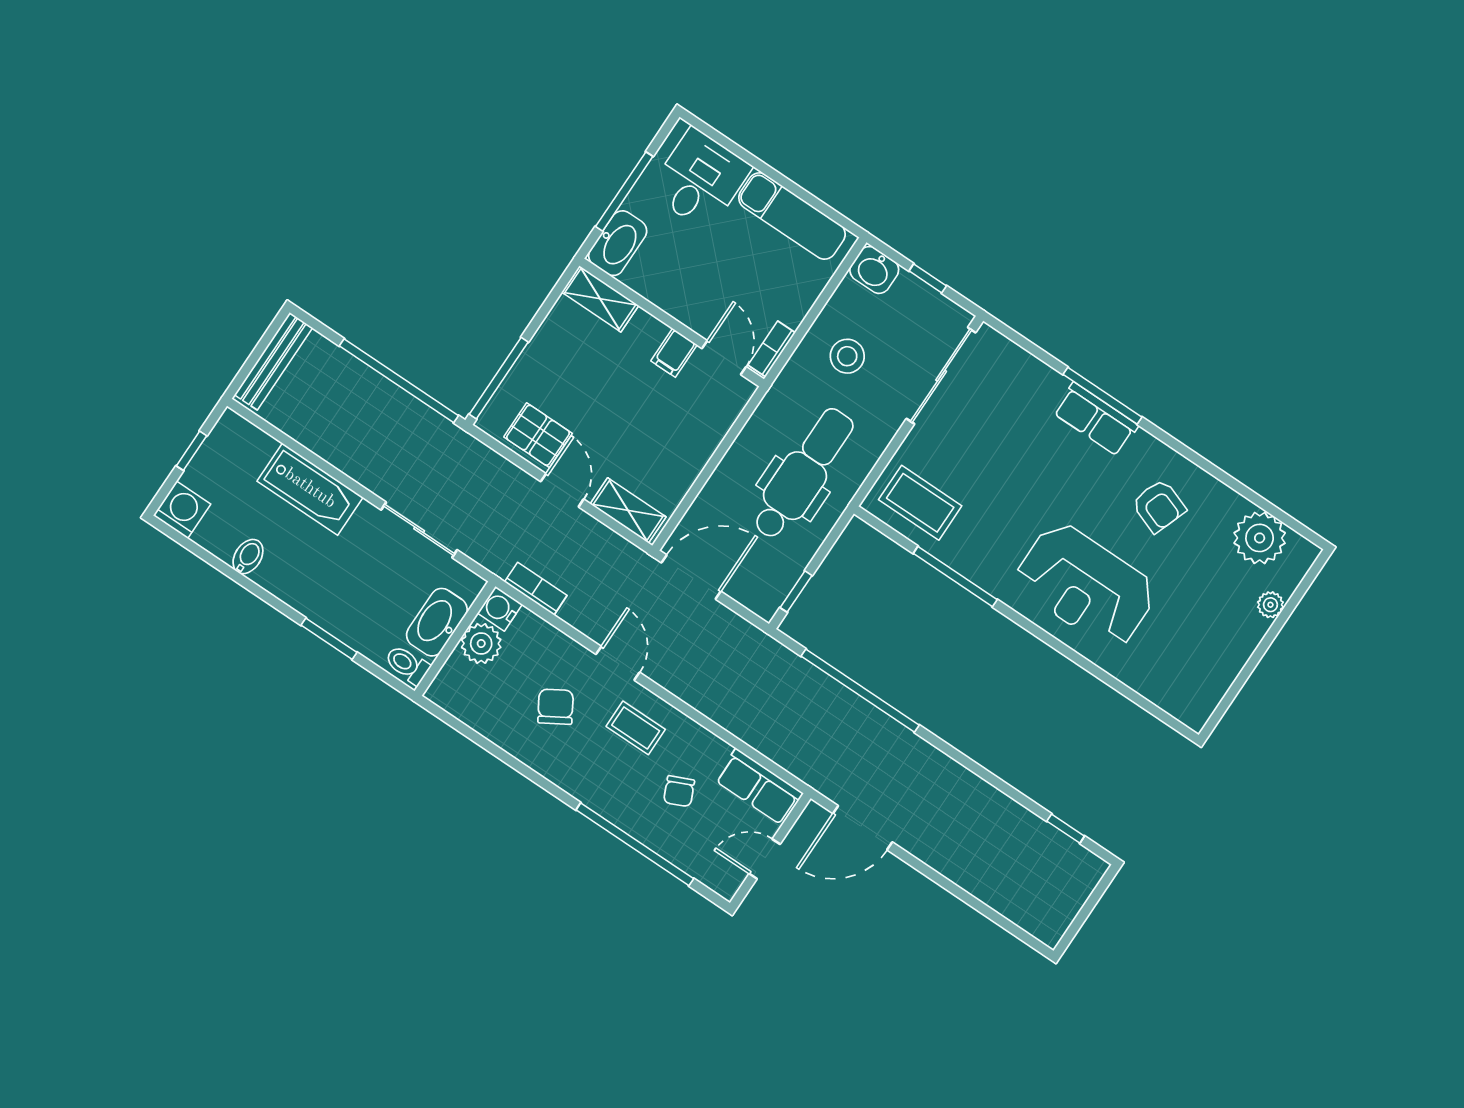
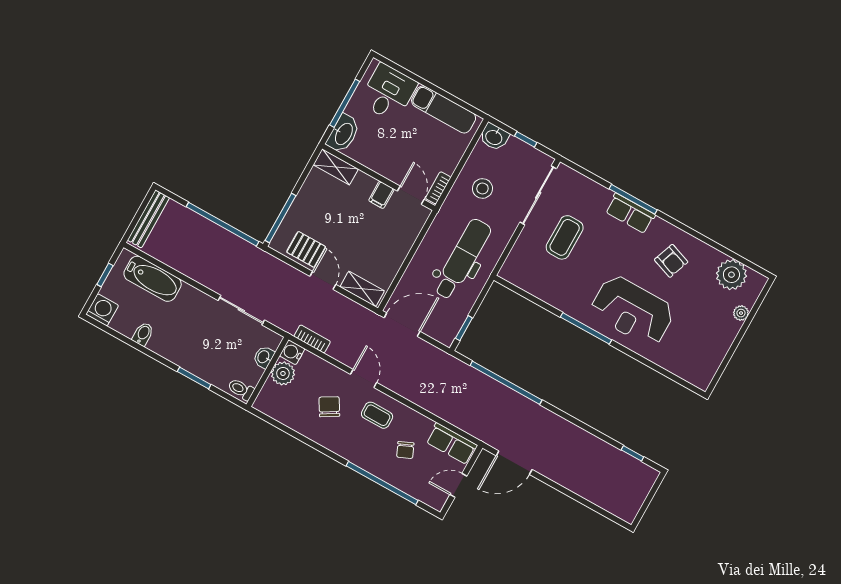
bathtub: (310, 489) -> (153, 279), moved
coffee table: (920, 503) -> (565, 237), moved, turned 90
window: (955, 576) -> (586, 328), moved
washbasin: (437, 622) -> (264, 357), width x0.52, depth x0.69

